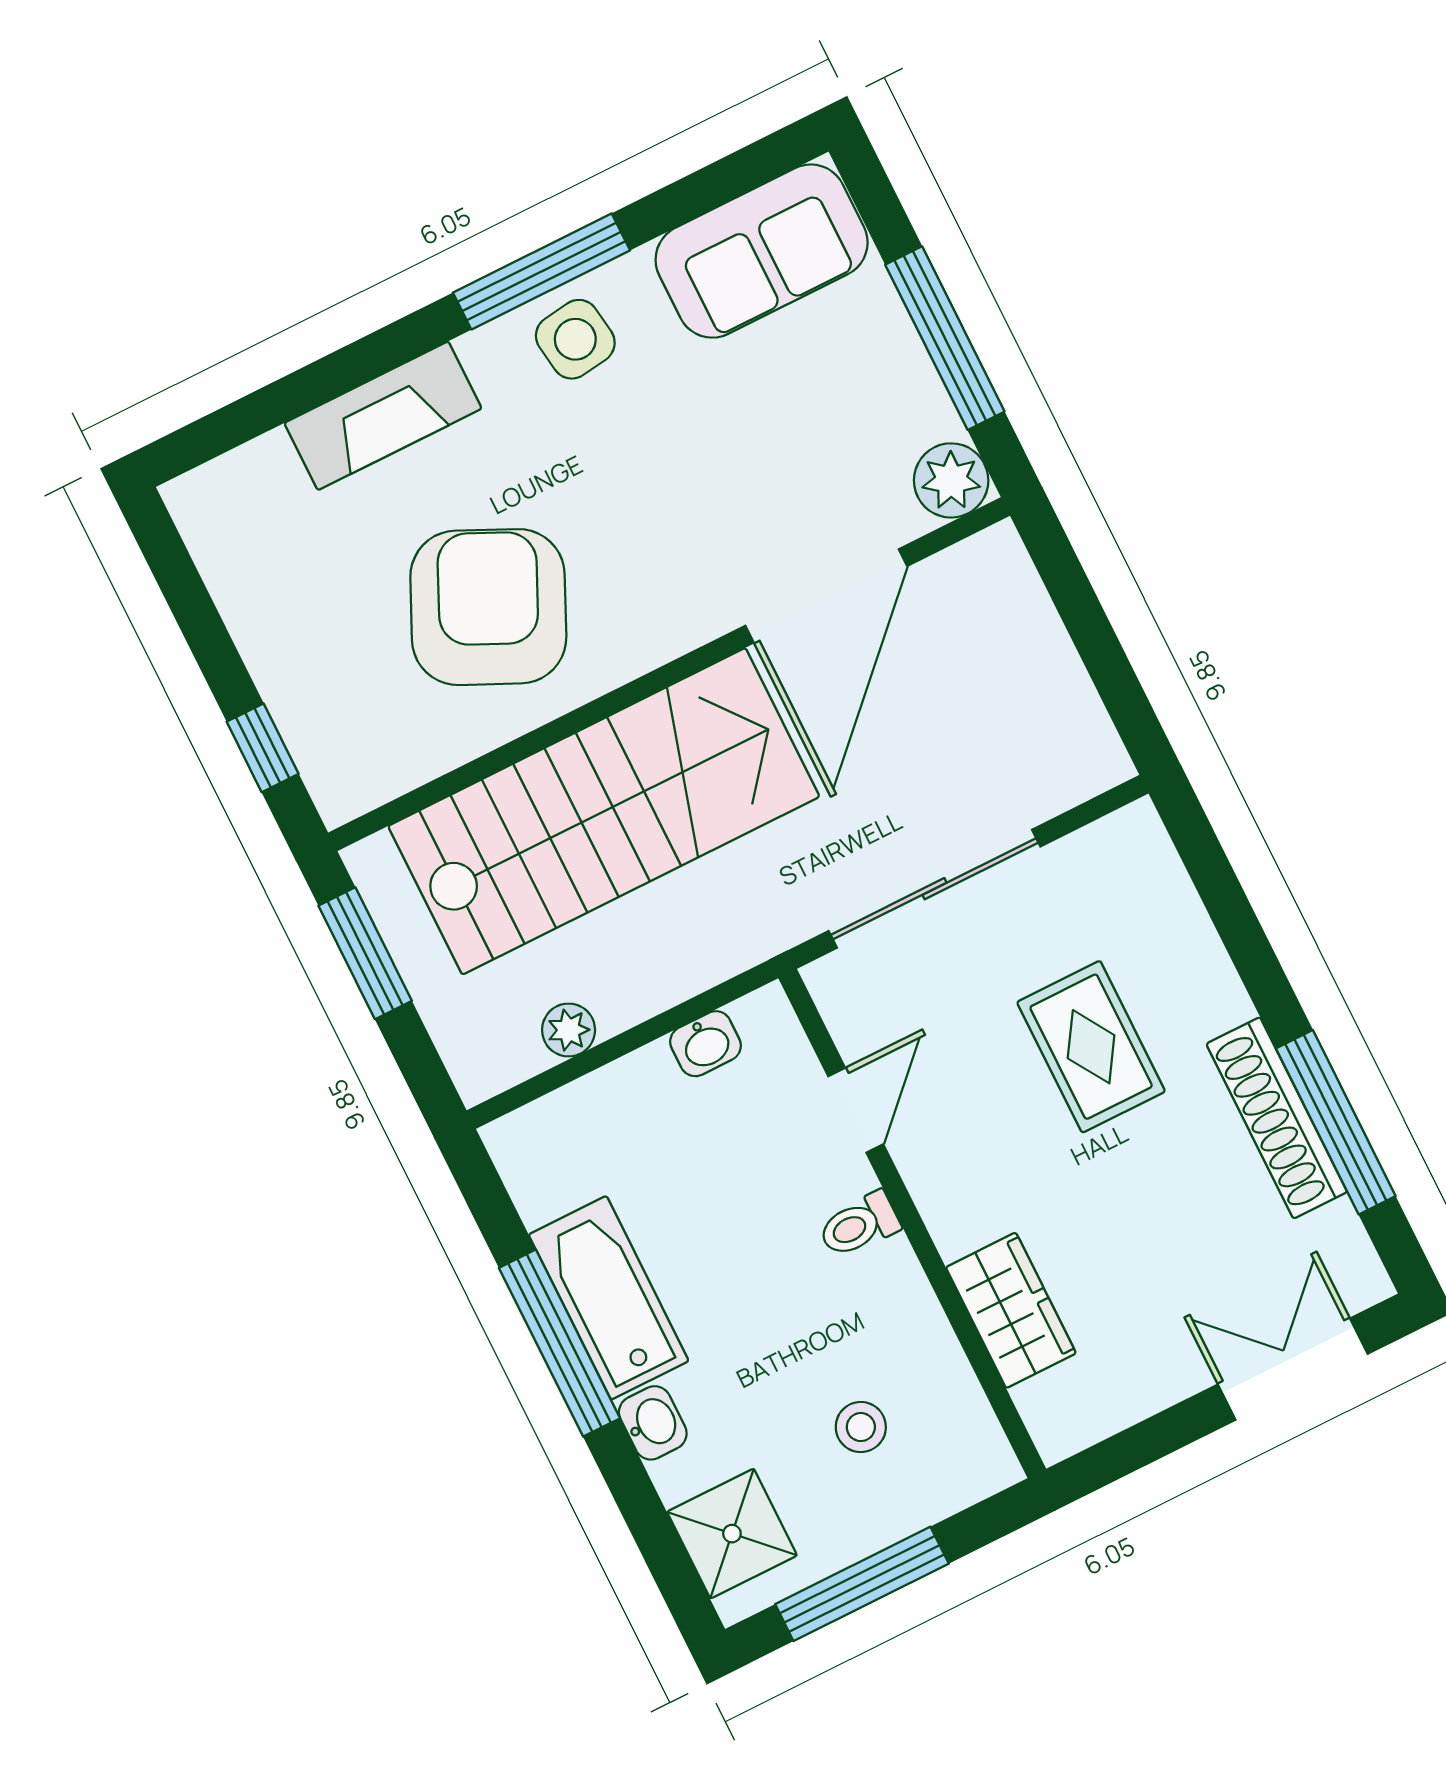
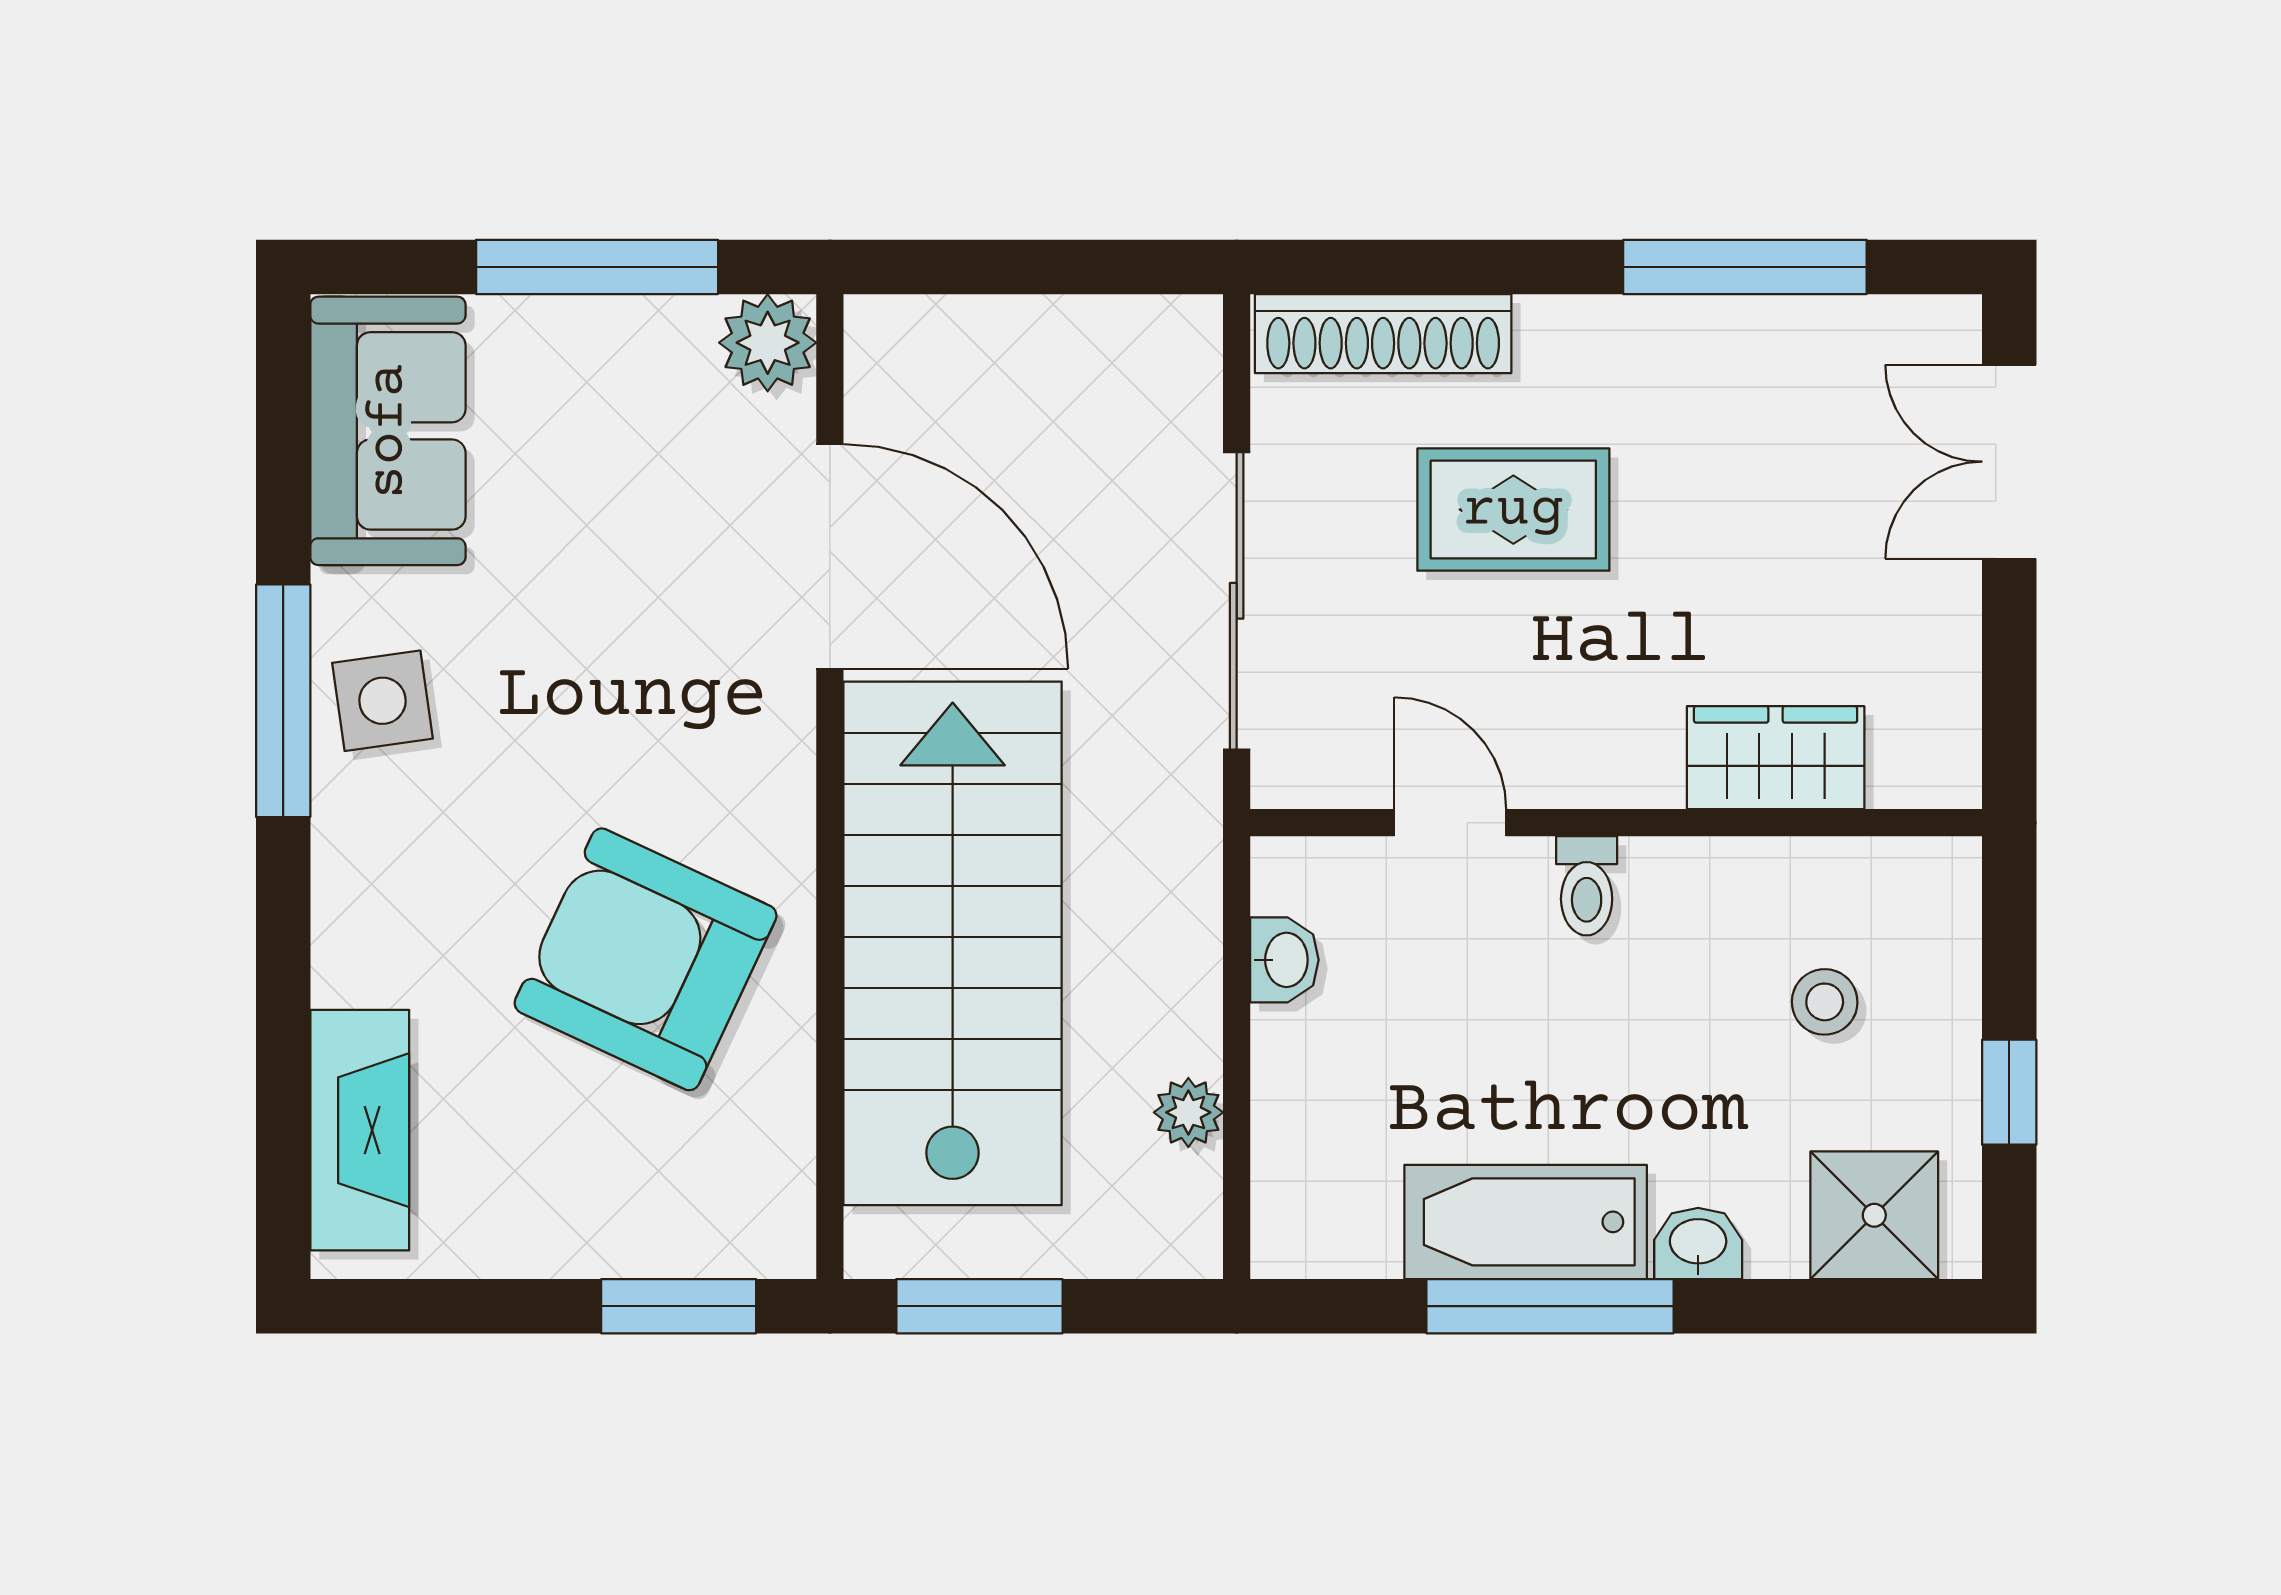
fireplace: (383, 416) -> (360, 1130), moved
window: (263, 748) -> (679, 1306), width x1.50
shoe rack: (1277, 1118) -> (1383, 334), moved
window: (862, 1584) -> (2009, 1092), width x0.46

